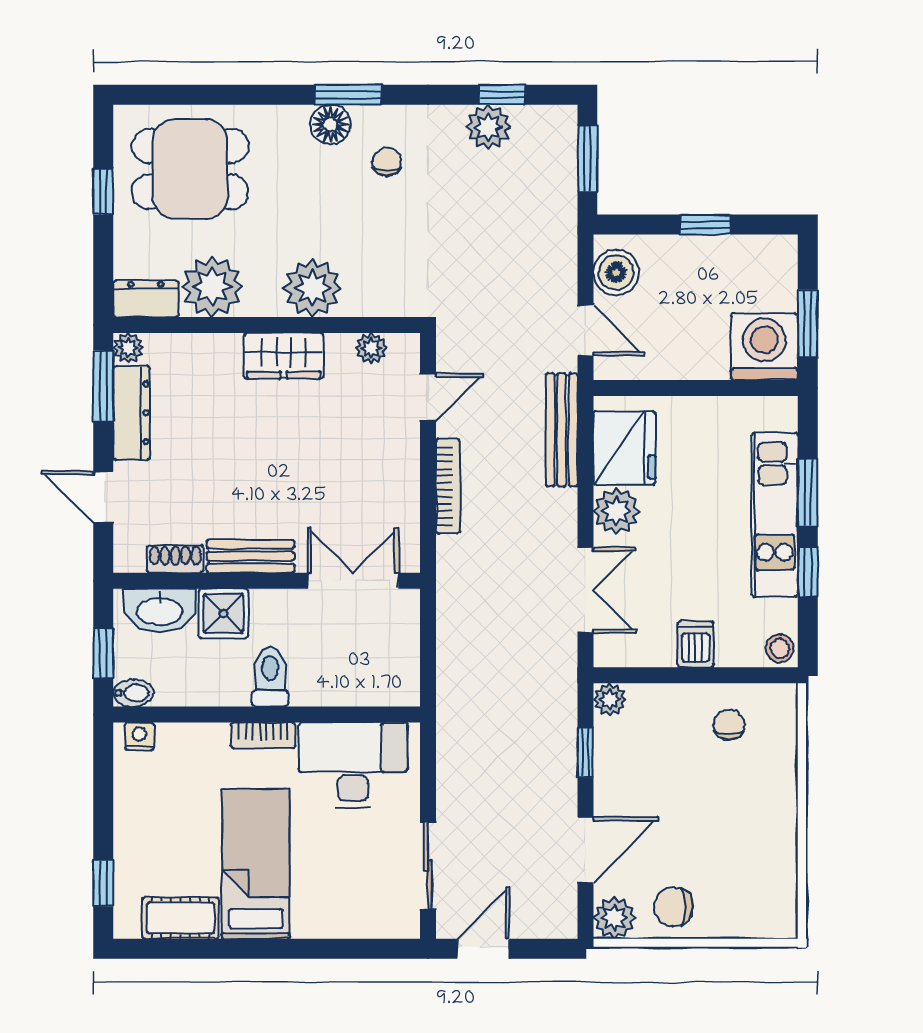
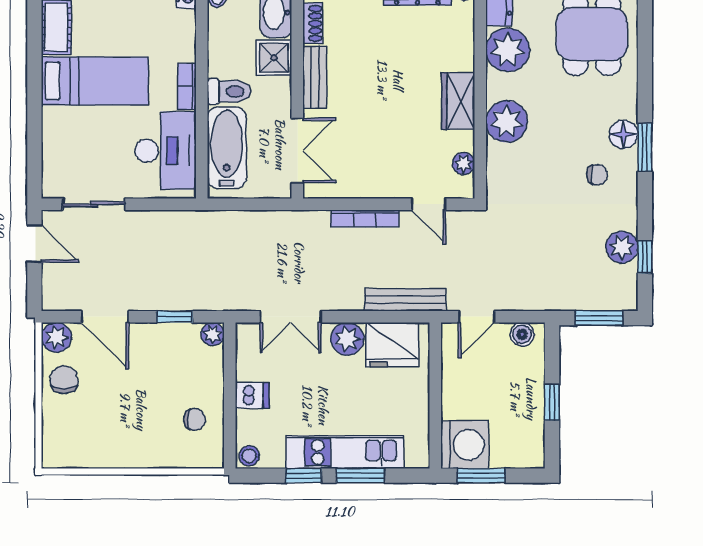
boiler: (616, 273) -> (522, 334), width x0.73, depth x0.73
bathtub: (349, 680) -> (227, 148), added

